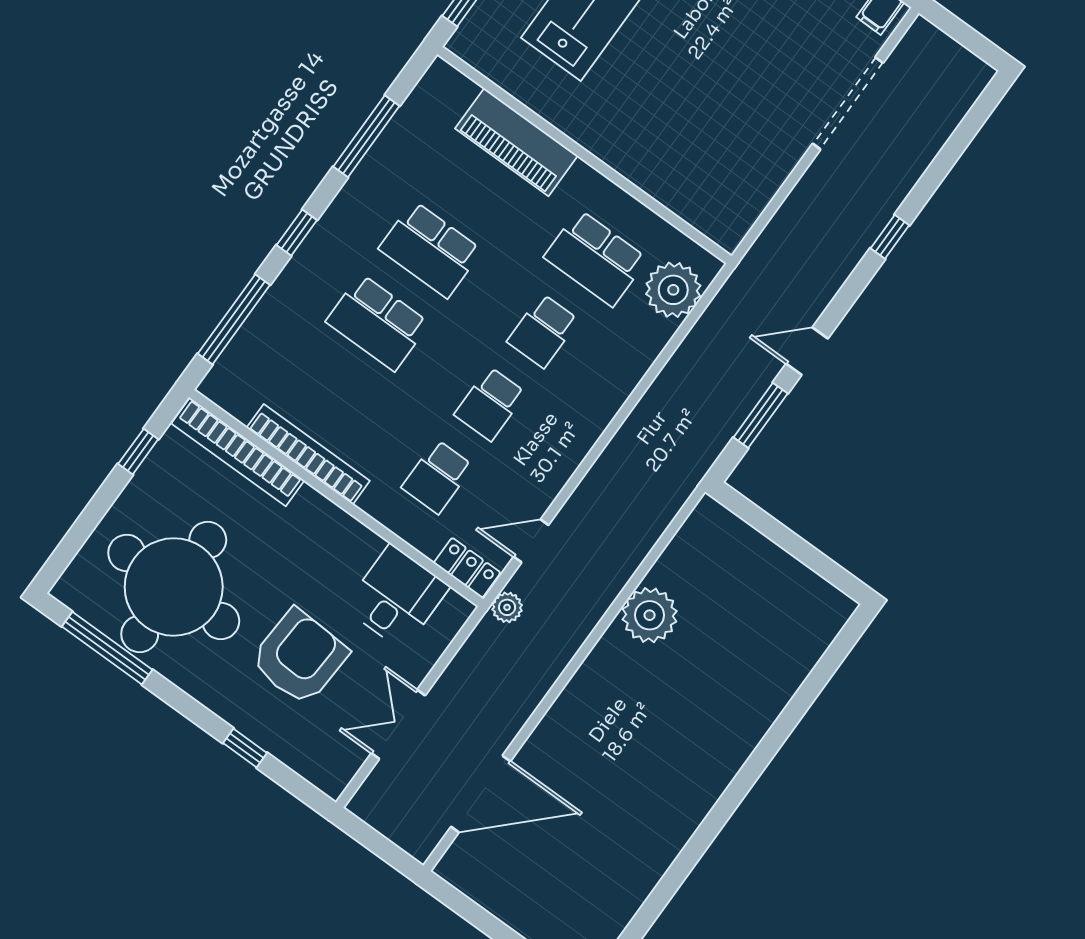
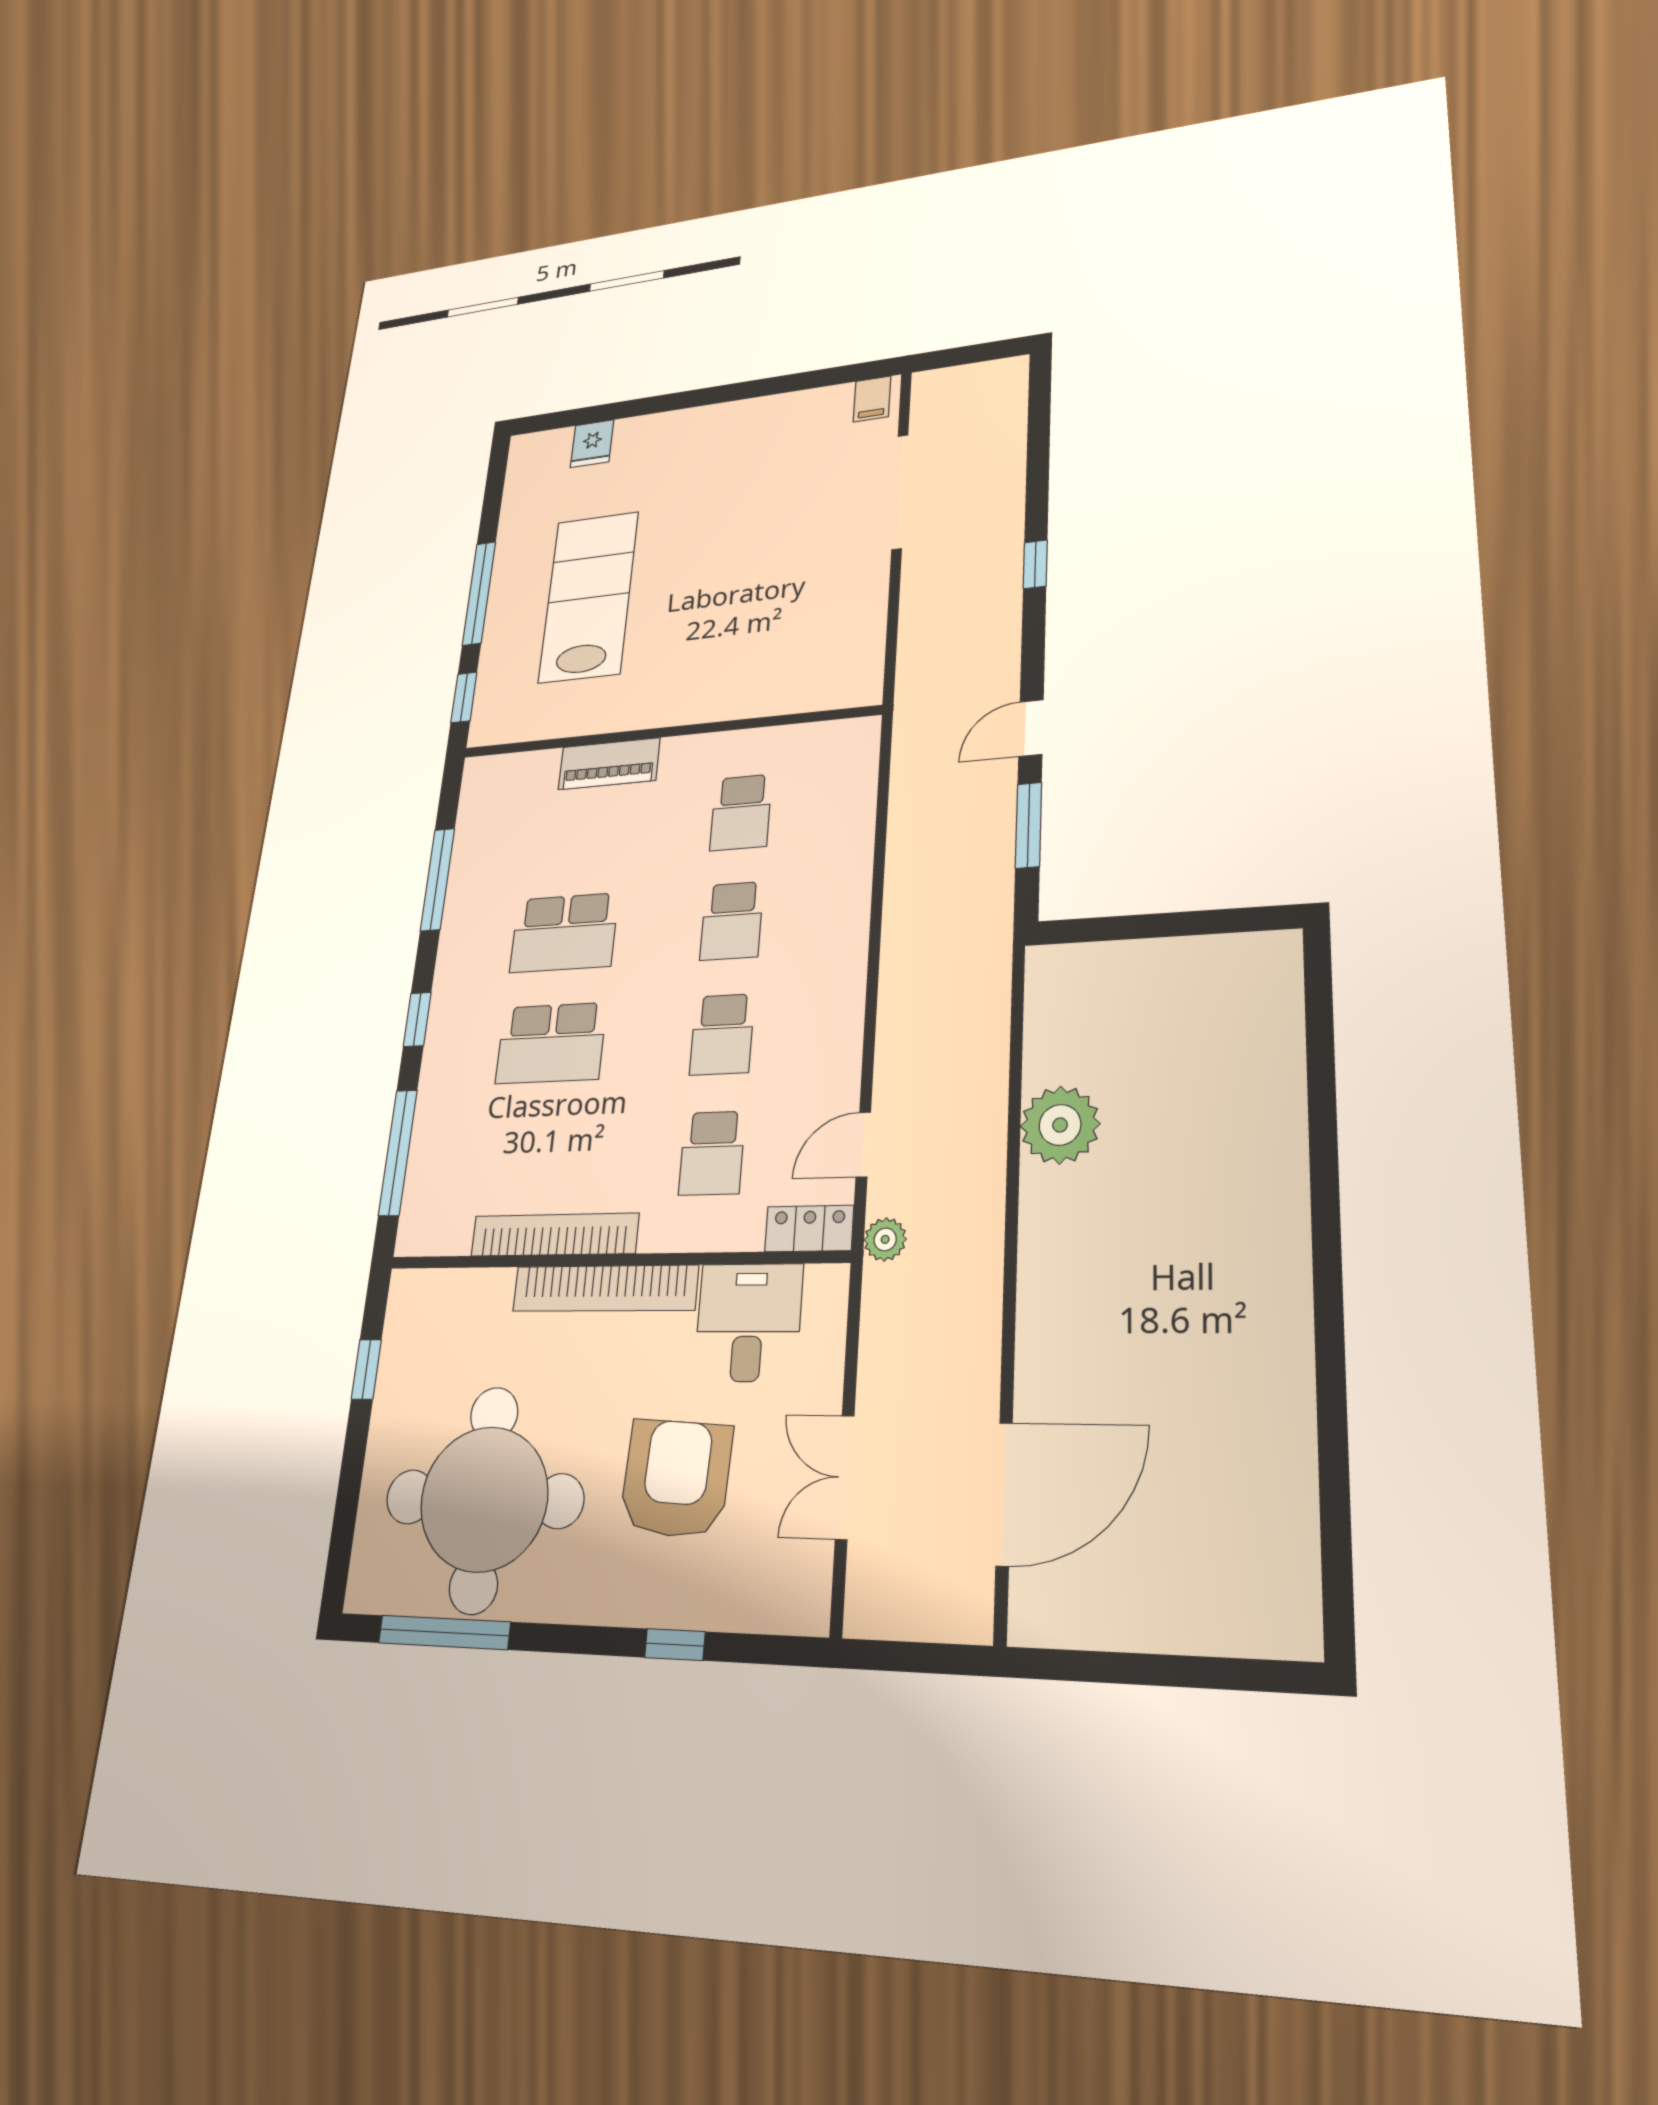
piano: (516, 142) -> (609, 764), width x0.73, depth x0.75
school desk: (596, 258) -> (741, 812), width x0.54
plant: (673, 290) -> (843, 780), removed
bookcase: (238, 452) -> (605, 1288), moved

